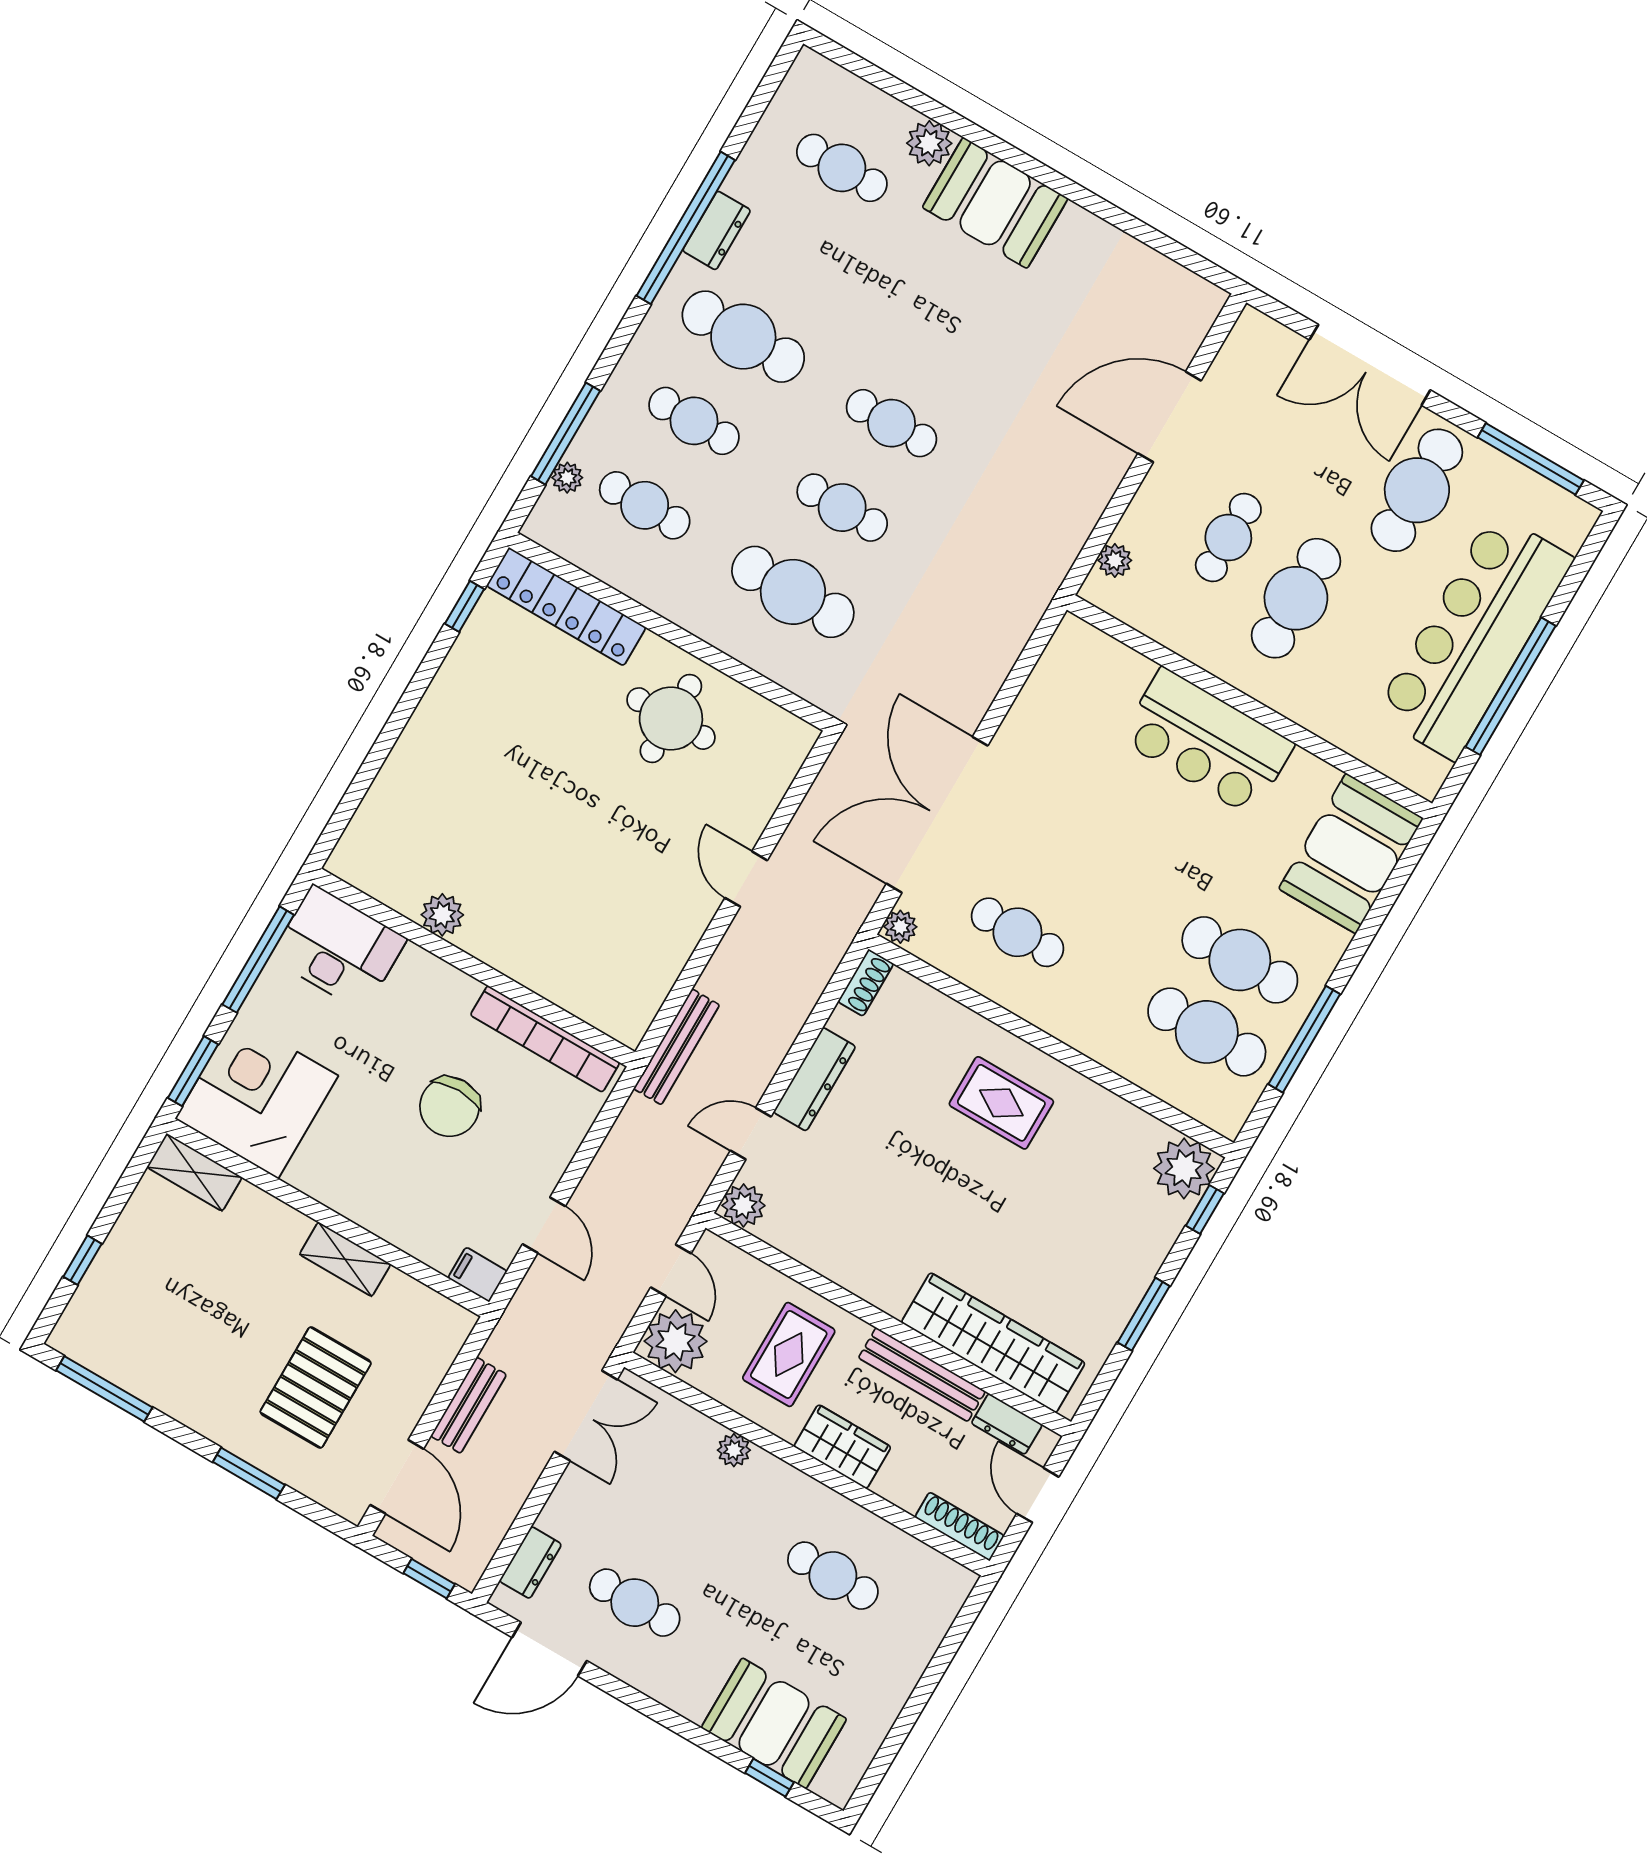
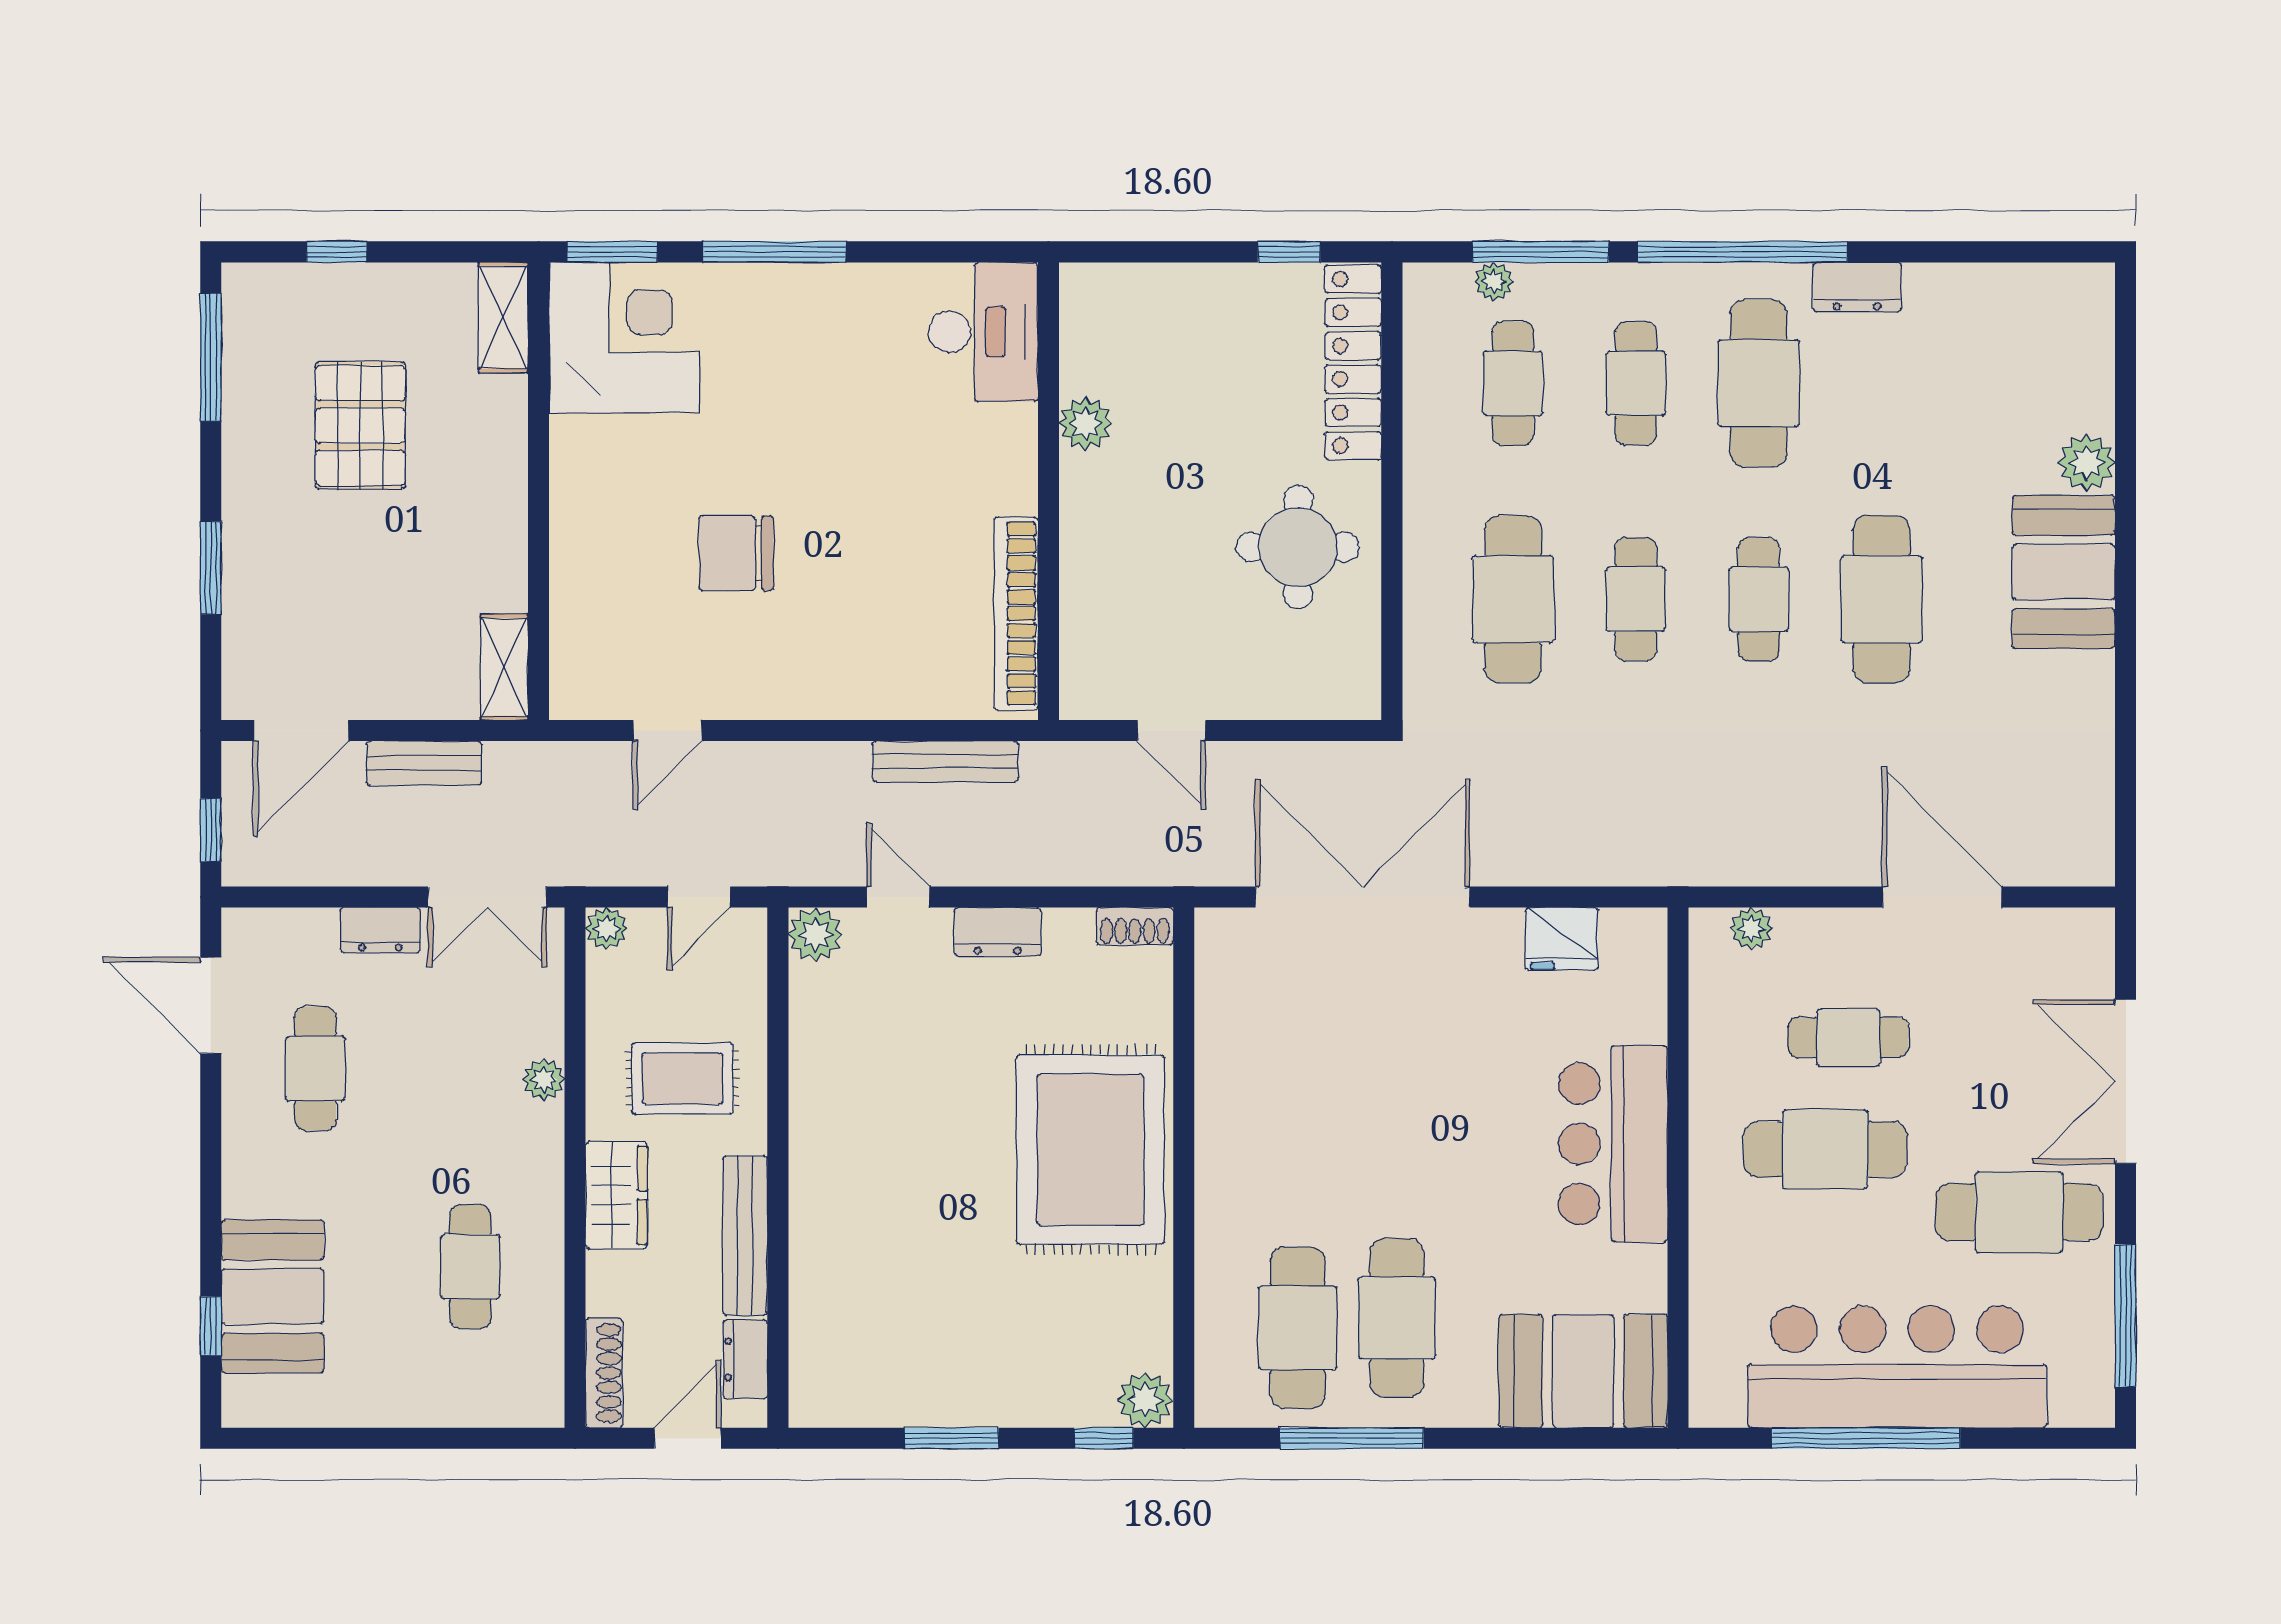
cafe table: (842, 168) -> (1882, 599), moved, width x1.37, depth x1.35
window: (686, 228) -> (1743, 252), moved
fridge: (1046, 695) -> (1562, 939), added
door: (746, 879) -> (1172, 731), swing flipped
plant: (442, 915) -> (1086, 423), moved
plant: (900, 927) -> (1218, 928), removed
cafe table: (1017, 932) -> (1286, 1059), removed
desk: (338, 948) -> (983, 332), moved
wall: (474, 968) -> (1048, 491), moved
bookcase: (545, 1039) -> (1016, 614), moved
dresser: (814, 1079) -> (998, 932), width x0.70
rug: (1001, 1103) -> (1090, 1150), width x1.86, depth x2.06
plant: (1184, 1168) -> (1145, 1400), width x0.73, depth x0.73
shelving: (345, 1259) -> (504, 667), moved
filing cabinet: (478, 1275) -> (572, 690), removed
plant: (676, 1341) -> (607, 929), width x0.53, depth x0.53
wardrobe: (993, 1343) -> (825, 1293), removed
pallet: (316, 1387) -> (360, 426), moved, turned 90
dresser: (530, 1563) -> (380, 930), moved

